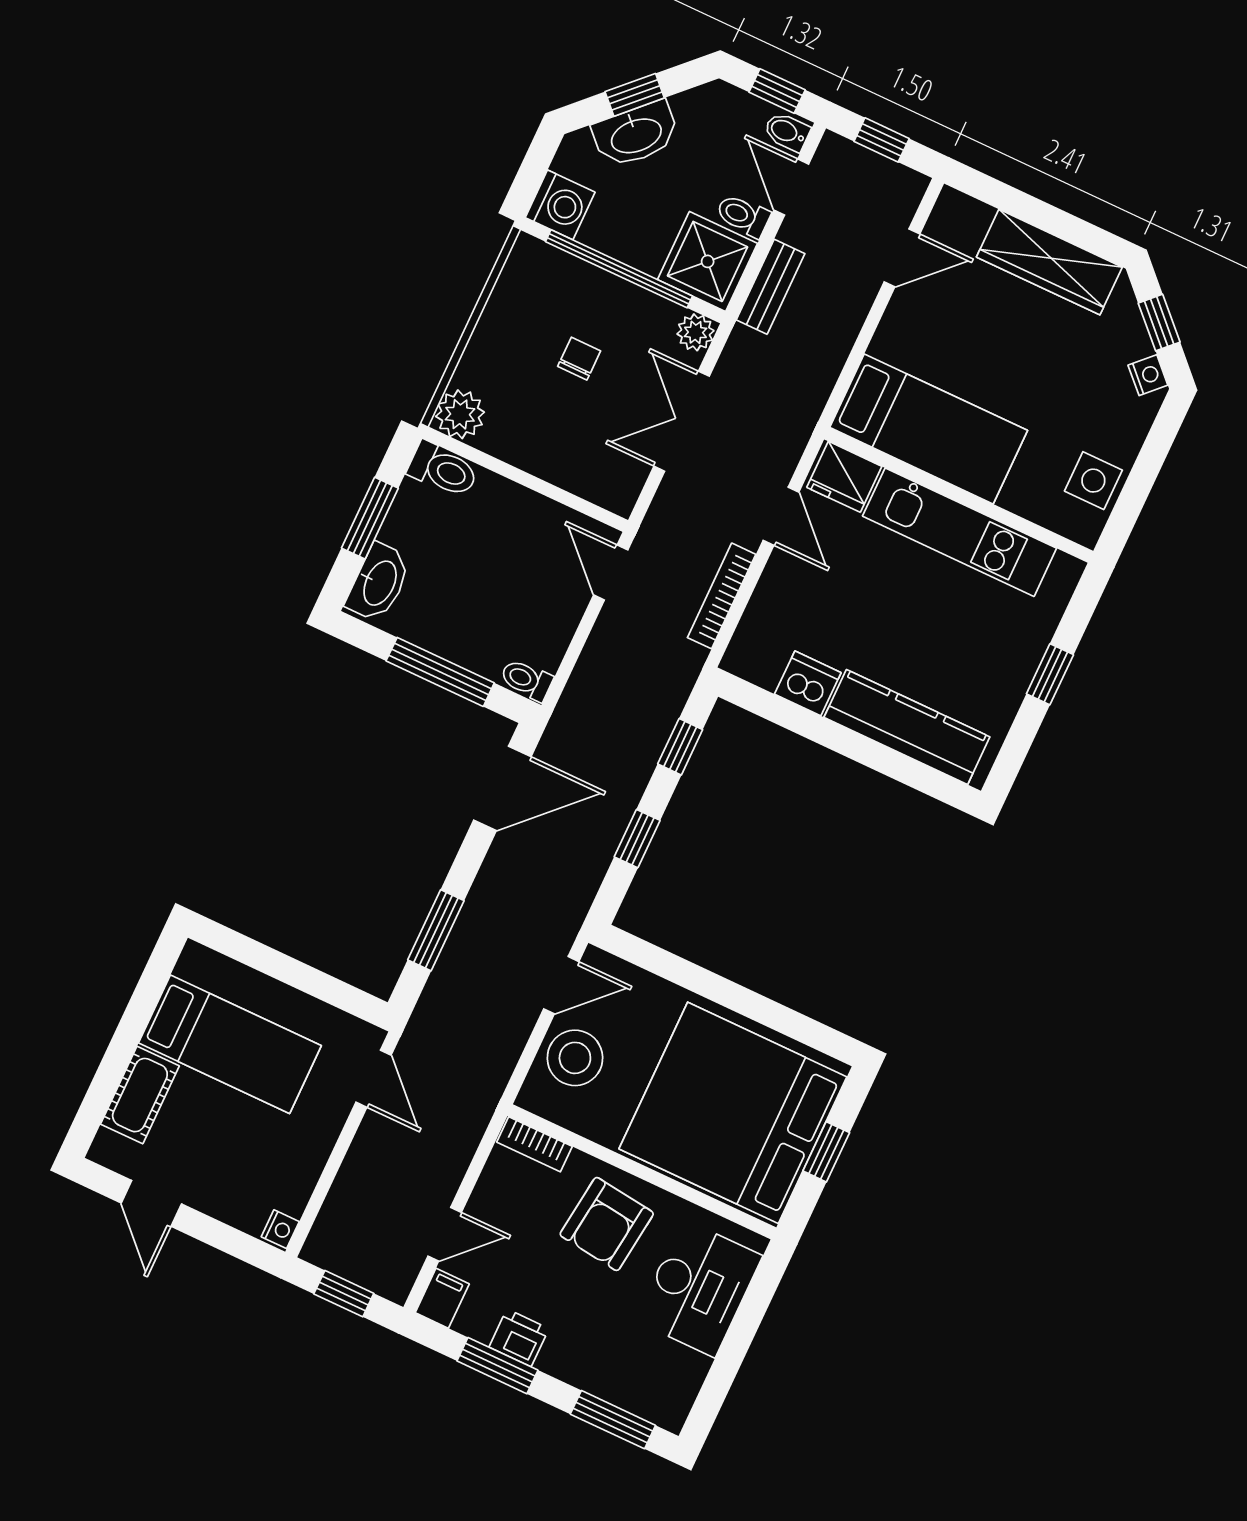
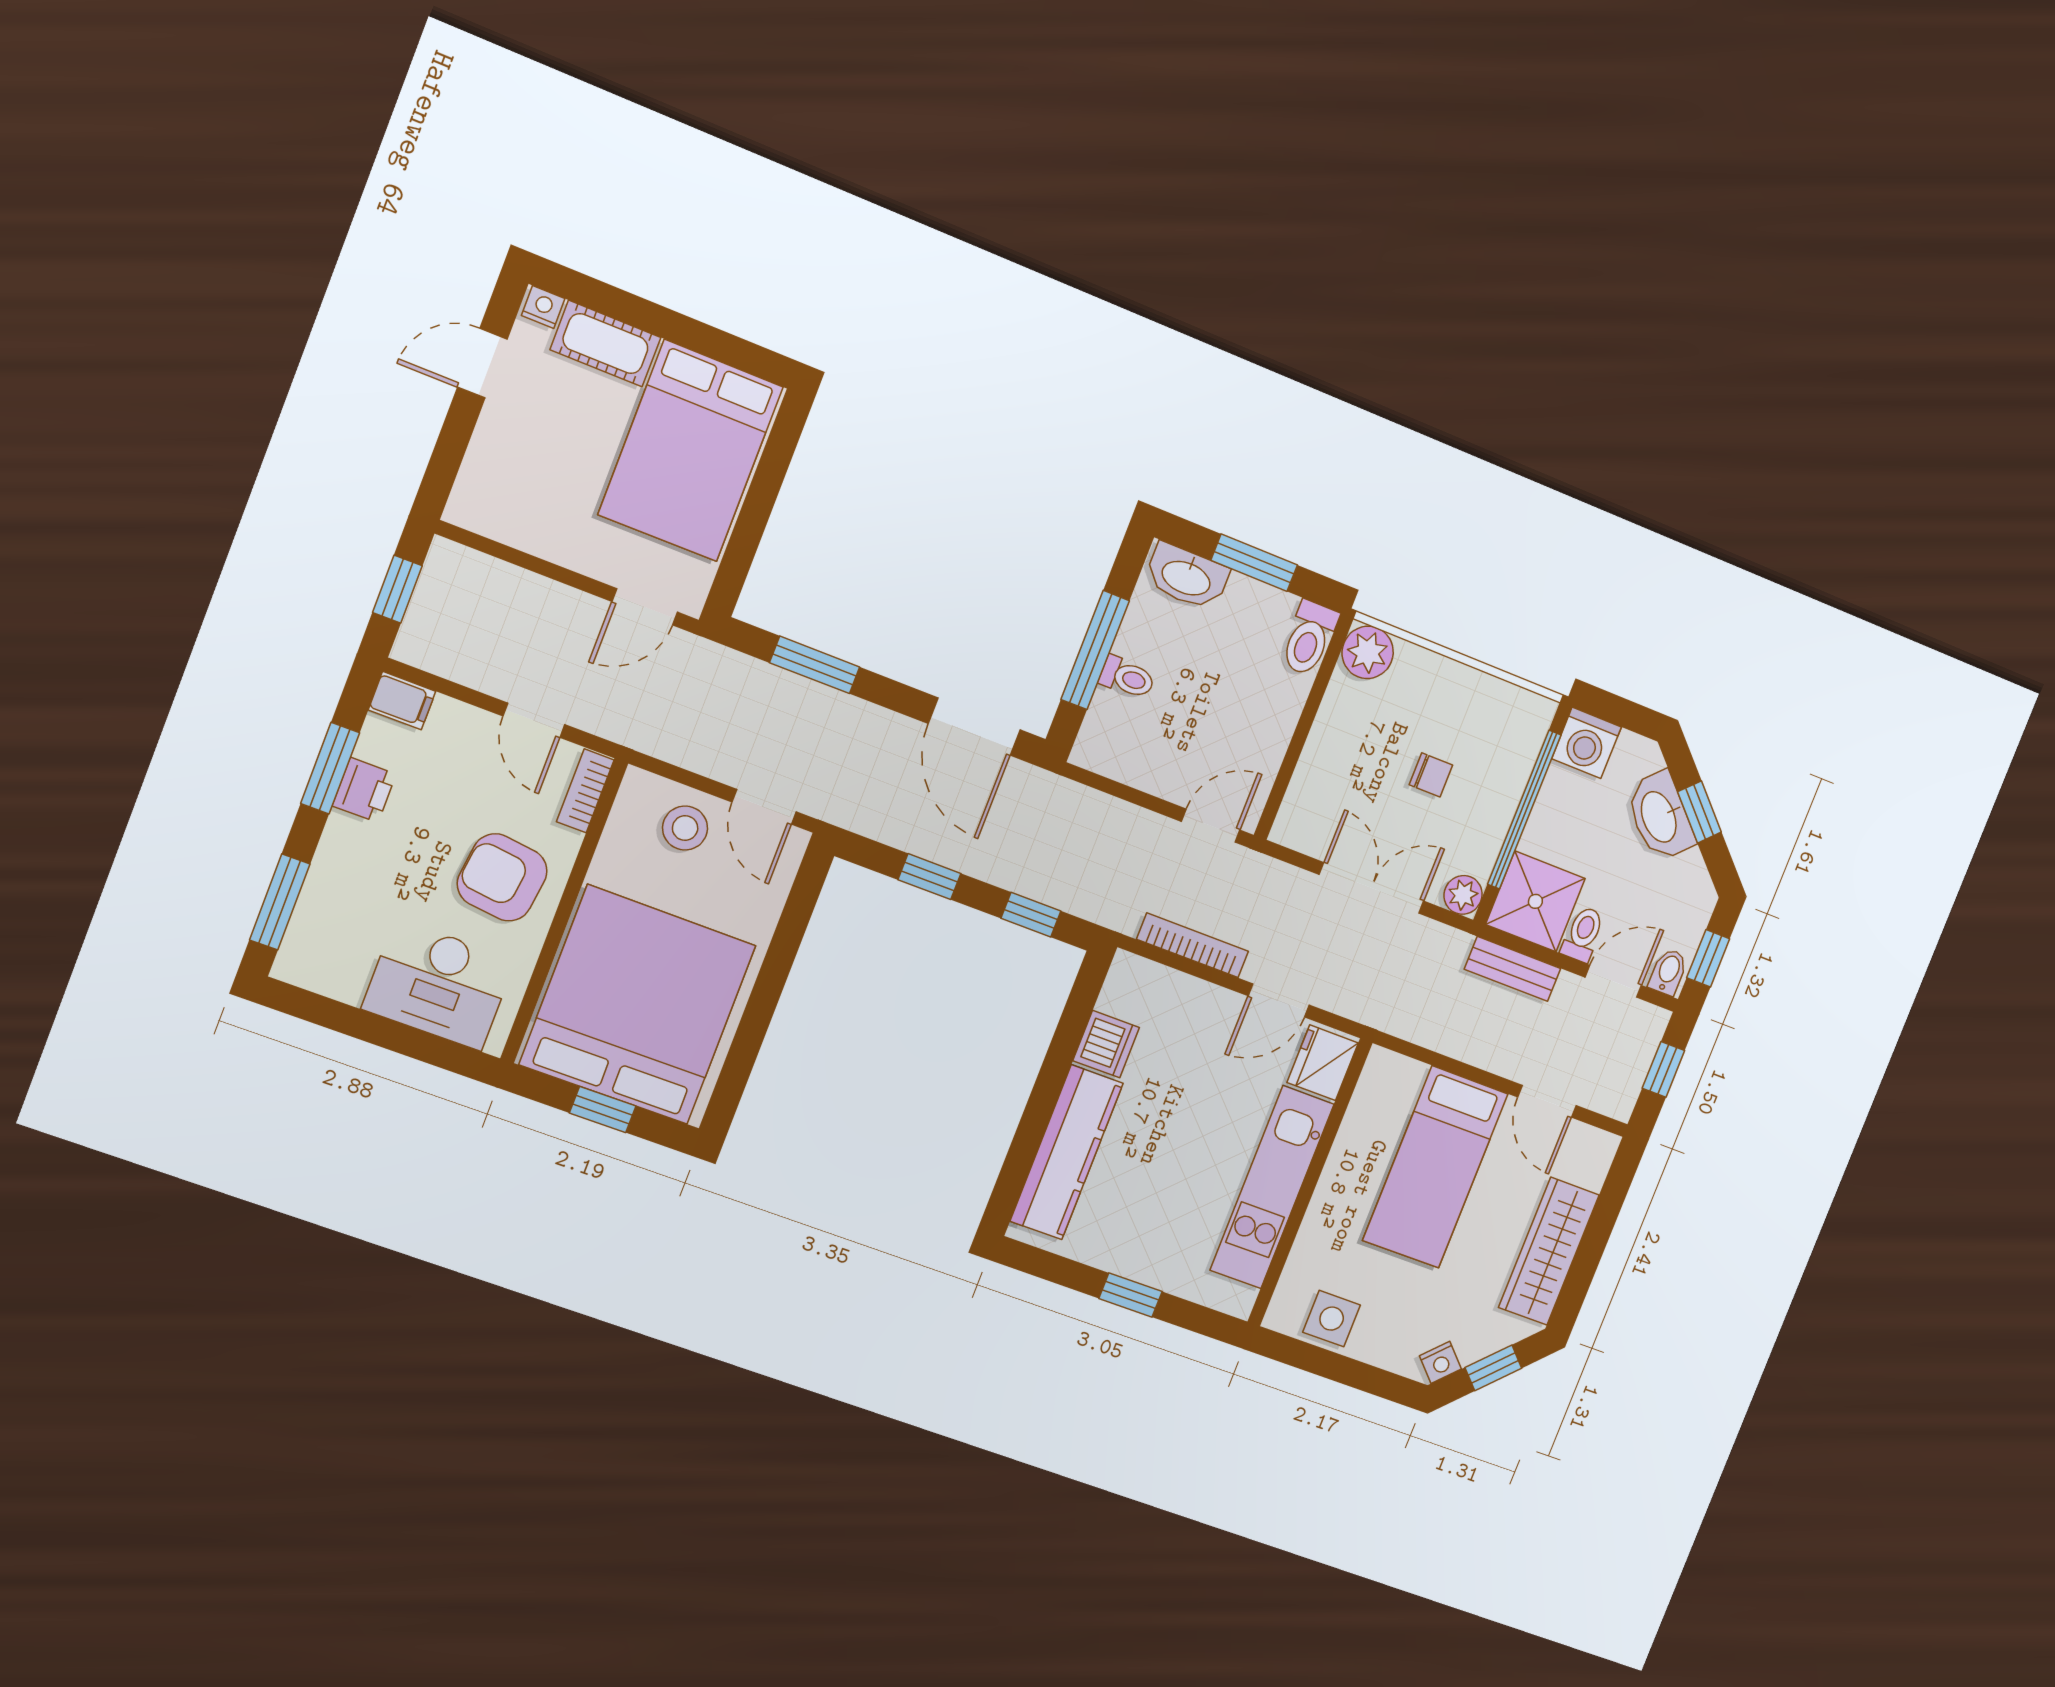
bed: (929, 429) -> (1435, 1167), moved
toilet: (526, 680) -> (1127, 678), moved, turned 90
bed: (230, 1044) -> (691, 451), width x1.50
stool: (575, 1058) -> (685, 828), width x0.73, depth x0.73
nightstand: (280, 1229) -> (543, 307), moved, turned 180
door: (445, 1234) -> (534, 720), moved

